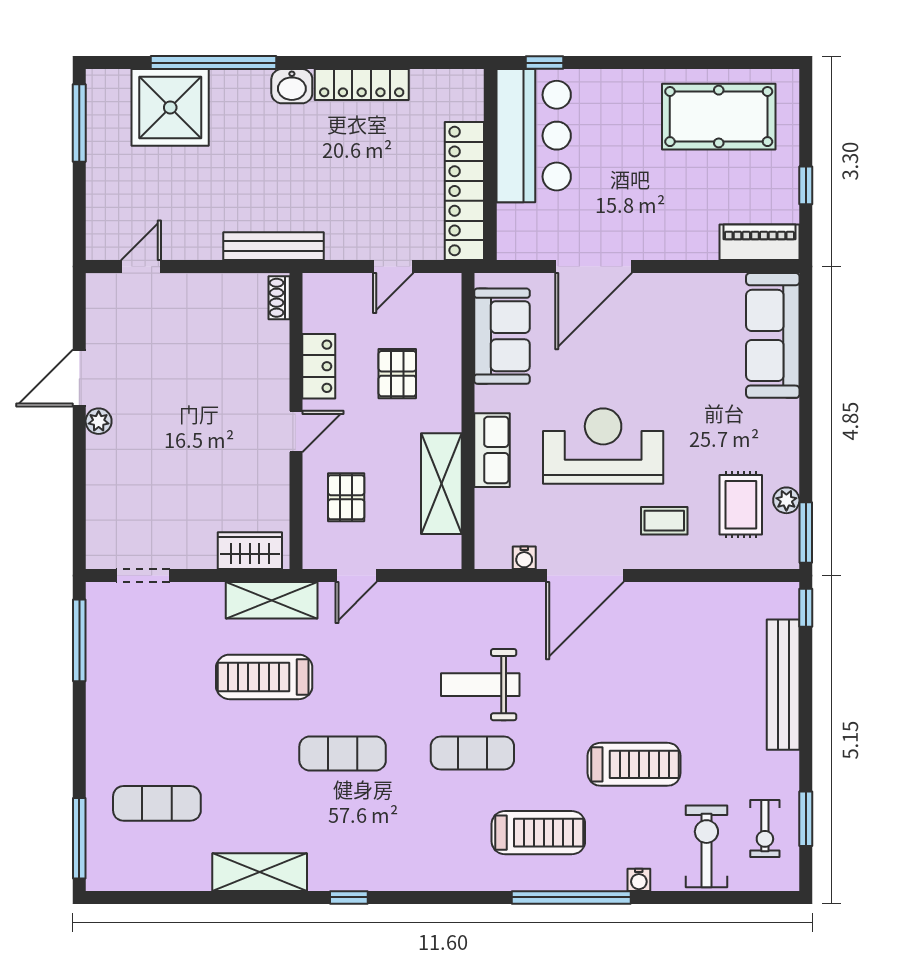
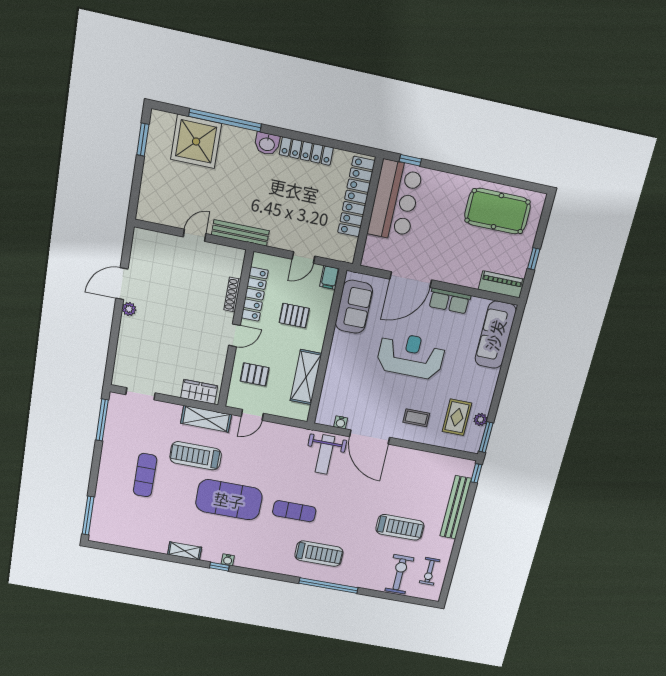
window: (79, 123) -> (143, 140), width x0.69
locker: (464, 191) -> (356, 197), moved
door: (141, 267) -> (195, 235), moved
filing cabinet: (447, 292) -> (330, 277), added
shoe rack: (279, 298) -> (232, 295), moved, width x1.43
locker: (319, 366) -> (255, 294), width x1.53
pallet: (397, 374) -> (294, 316), turned 90
reception desk: (603, 446) -> (411, 356), moved
row of seats: (492, 450) -> (449, 301), moved, turned 90
pallet: (346, 497) -> (255, 374), turned 90
door: (585, 576) -> (370, 437), hinge flipped
weight bench: (480, 685) -> (325, 455), moved, turned -90
exercise mat: (343, 754) -> (229, 500), width x2.00, depth x1.45
treadmill: (634, 764) -> (400, 527), moved
exercise mat: (157, 803) -> (145, 475), moved, turned 90
window: (806, 819) -> (450, 570), removed
shelving: (260, 872) -> (185, 551), width x0.67, depth x0.75
water cooler: (639, 880) -> (228, 560), moved

